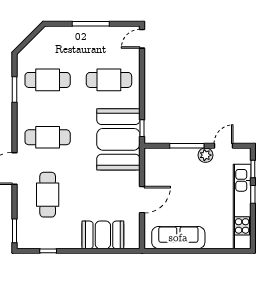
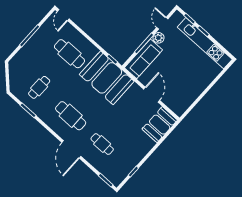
cafe table: (48, 80) -> (39, 87), width x0.73, depth x0.74
cafe table: (109, 80) -> (69, 54), turned 90
cafe table: (48, 137) -> (71, 116), turned 90
cafe table: (48, 195) -> (102, 144), width x0.73, depth x0.74
booth: (103, 235) -> (160, 125), moved
sofa: (178, 238) -> (143, 59), moved, turned 180

